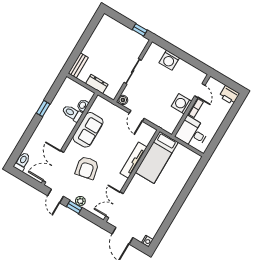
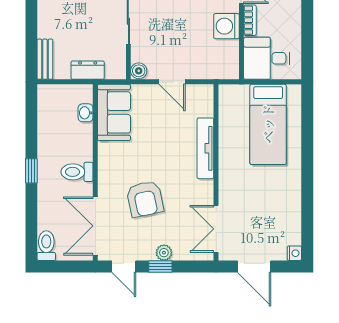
window: (43, 109) -> (31, 171), moved
toilet: (72, 113) -> (77, 172), moved
sofa: (88, 130) -> (114, 112), moved
bed: (157, 157) -> (268, 124), moved

